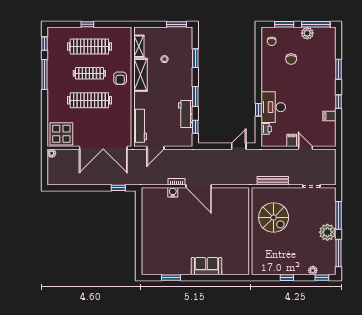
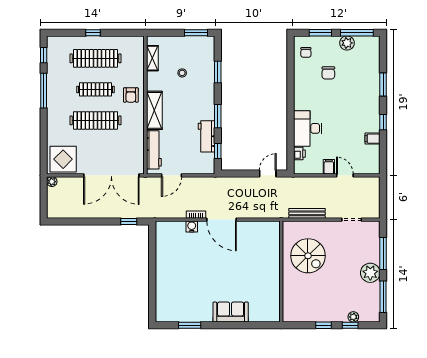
shelving: (140, 75) -> (154, 110), moved
window: (258, 110) -> (291, 131), removed
window: (322, 278) -> (350, 325), moved

